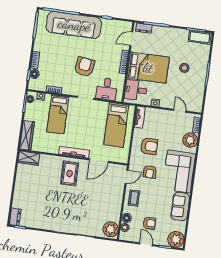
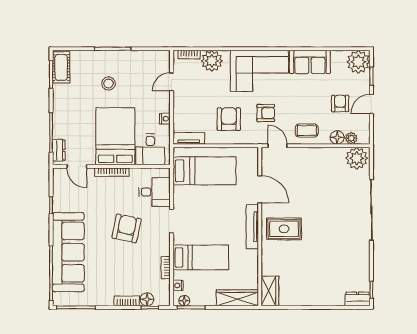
armchair: (84, 67) -> (126, 228), turned 93

